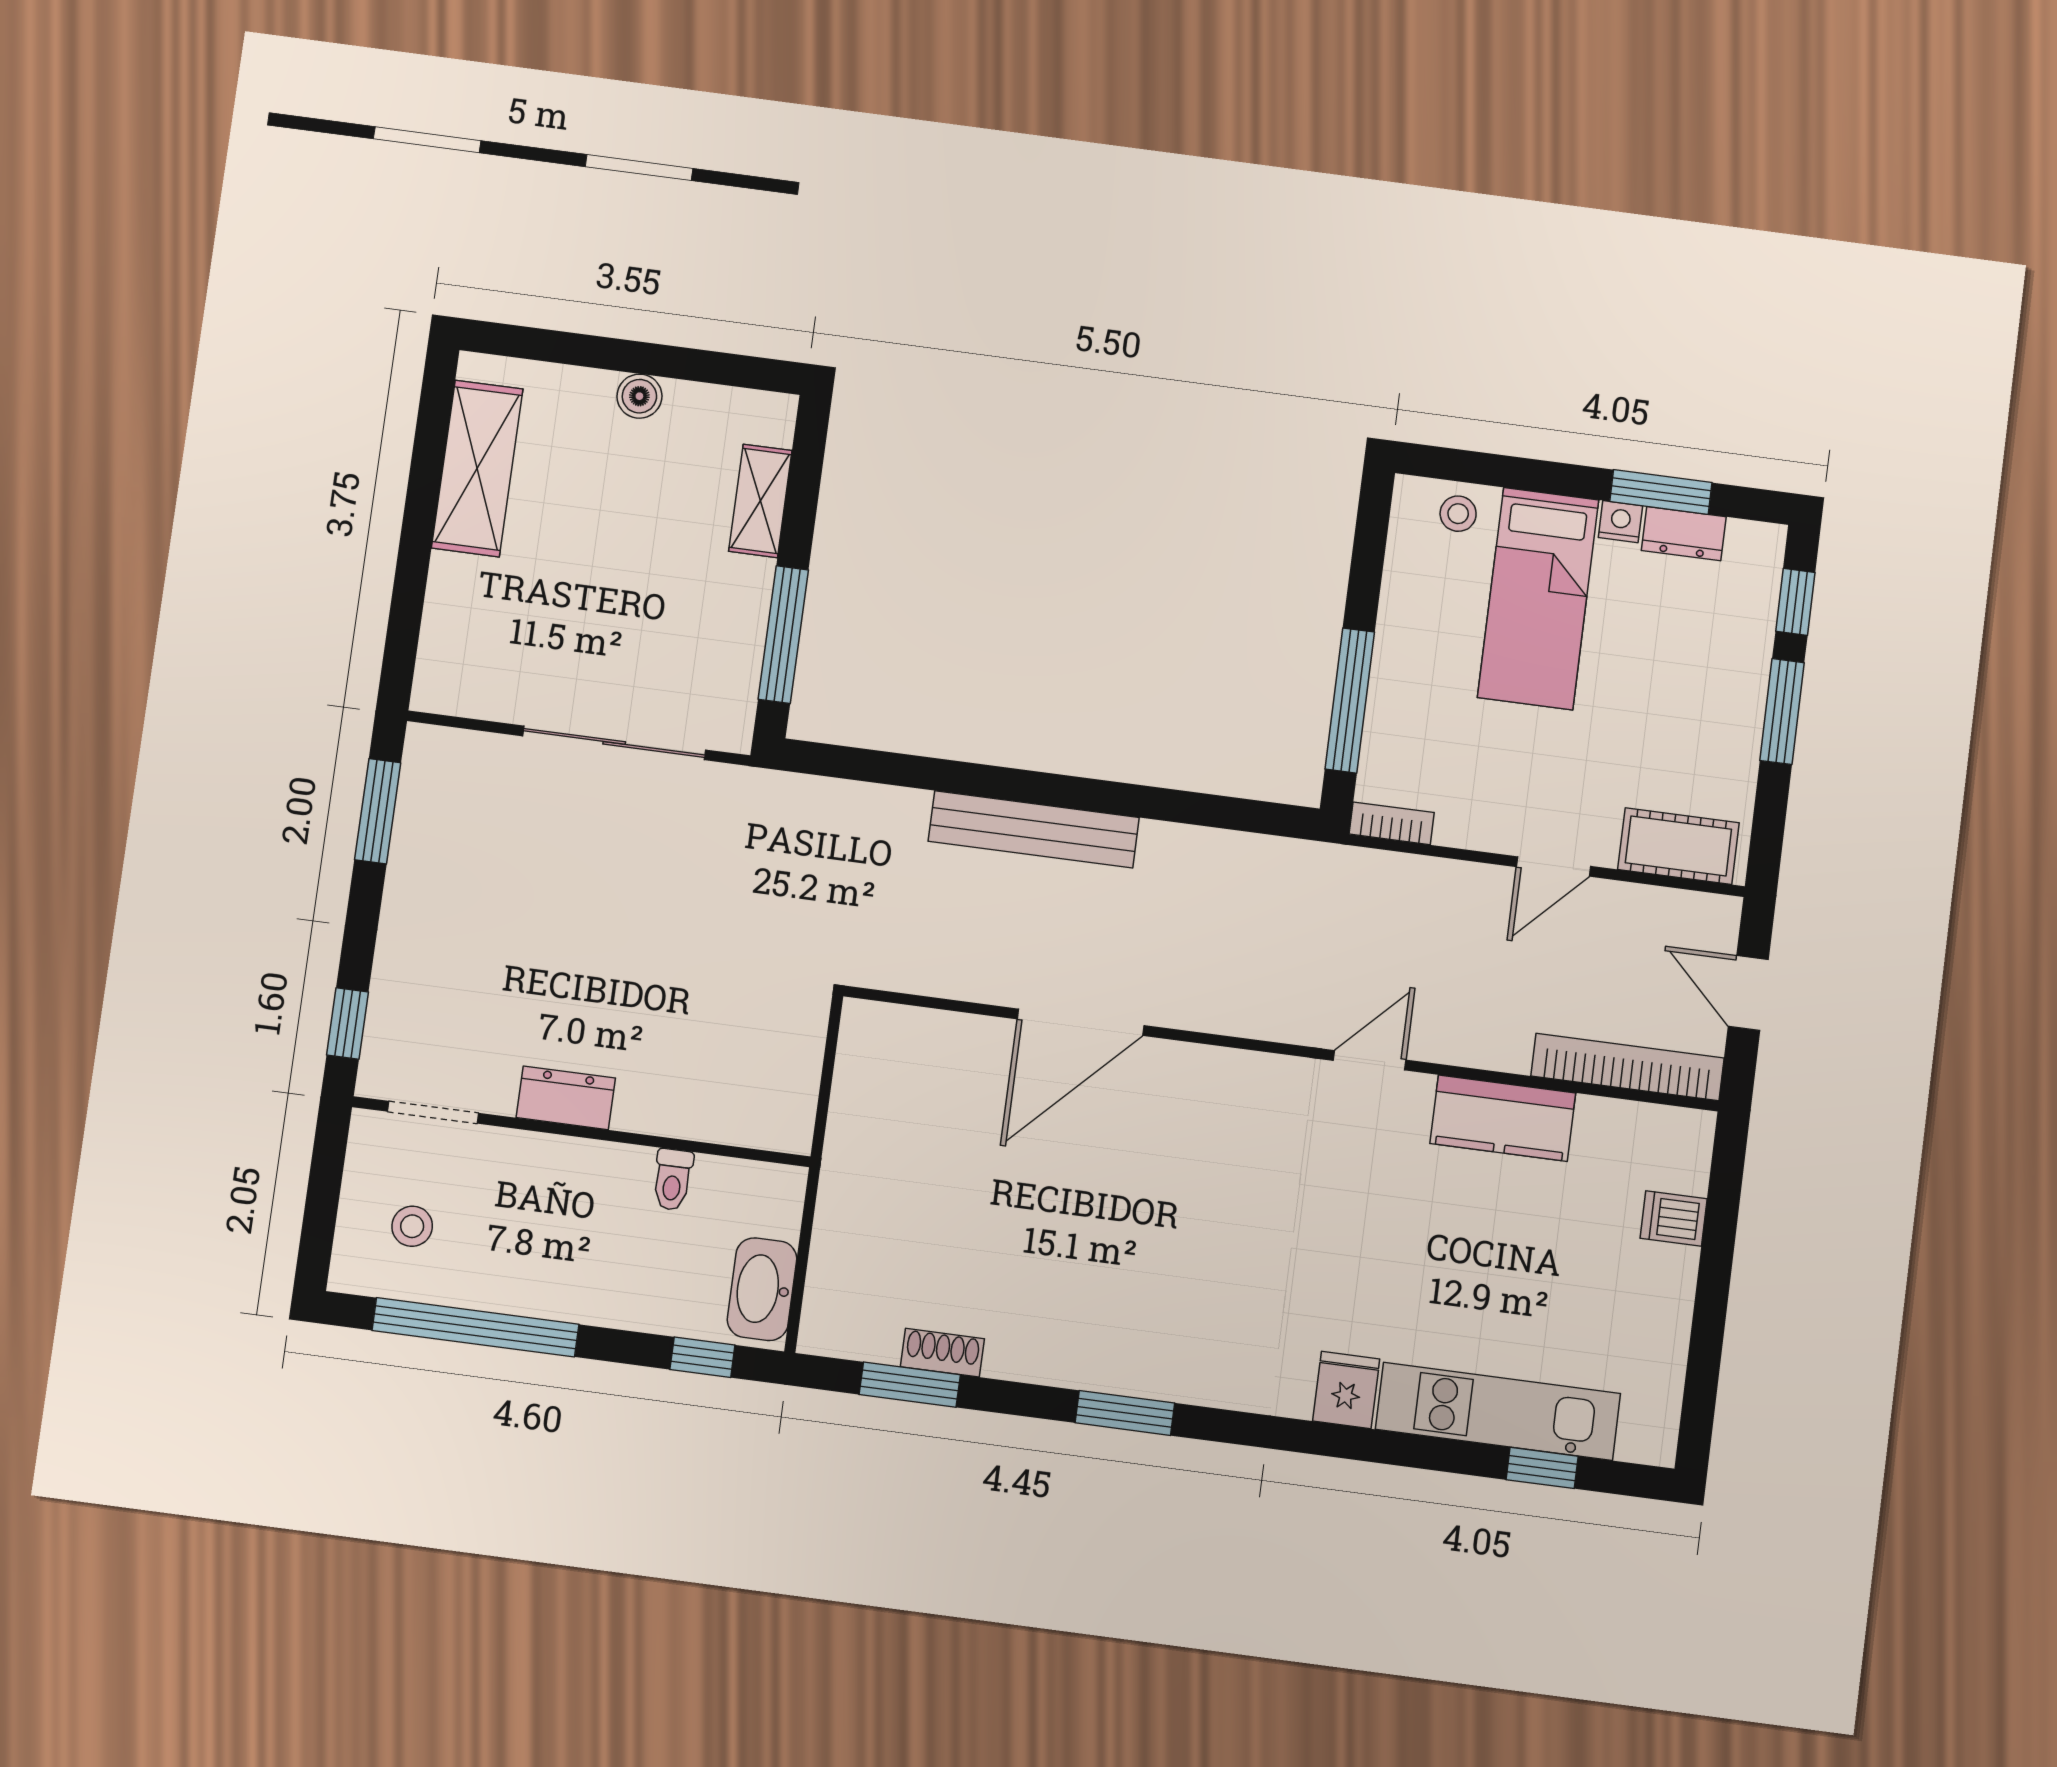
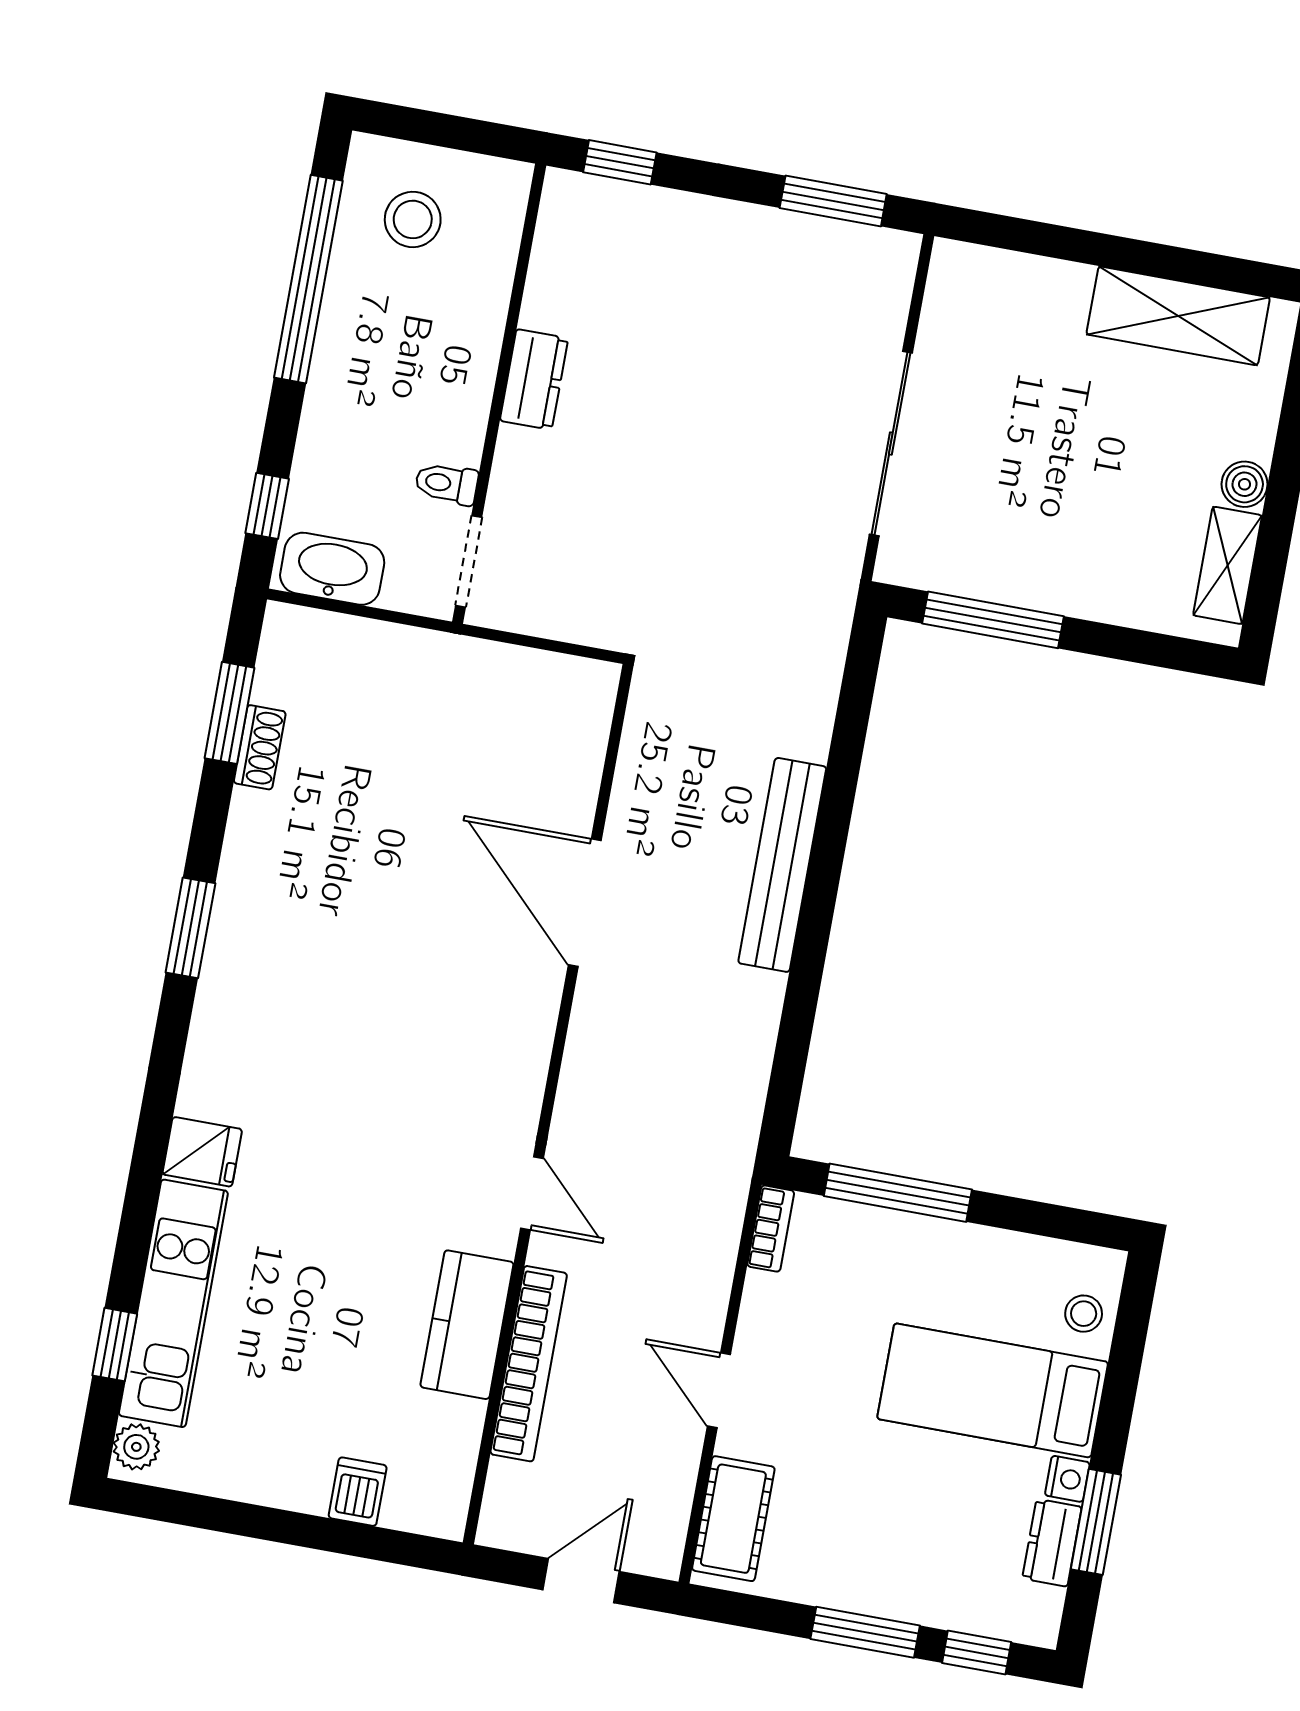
shelving: (760, 501) -> (1228, 565), moved, turned 90
bookcase: (1628, 1067) -> (529, 1364), moved
doorway: (433, 1112) -> (469, 561), moved
stool: (412, 1226) -> (413, 219), width x1.37, depth x1.37
plant: (1642, 1441) -> (136, 1447), added

